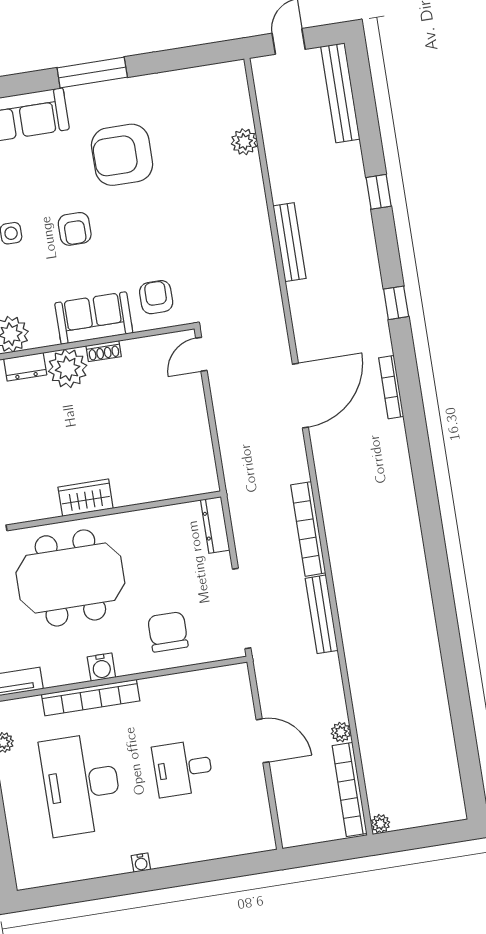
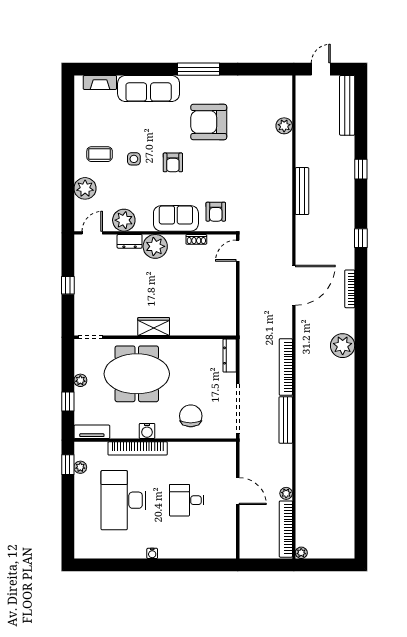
armchair: (156, 297) -> (216, 212), turned 180
shoe rack: (104, 351) -> (196, 239), moved
plant: (394, 480) -> (343, 346), added

